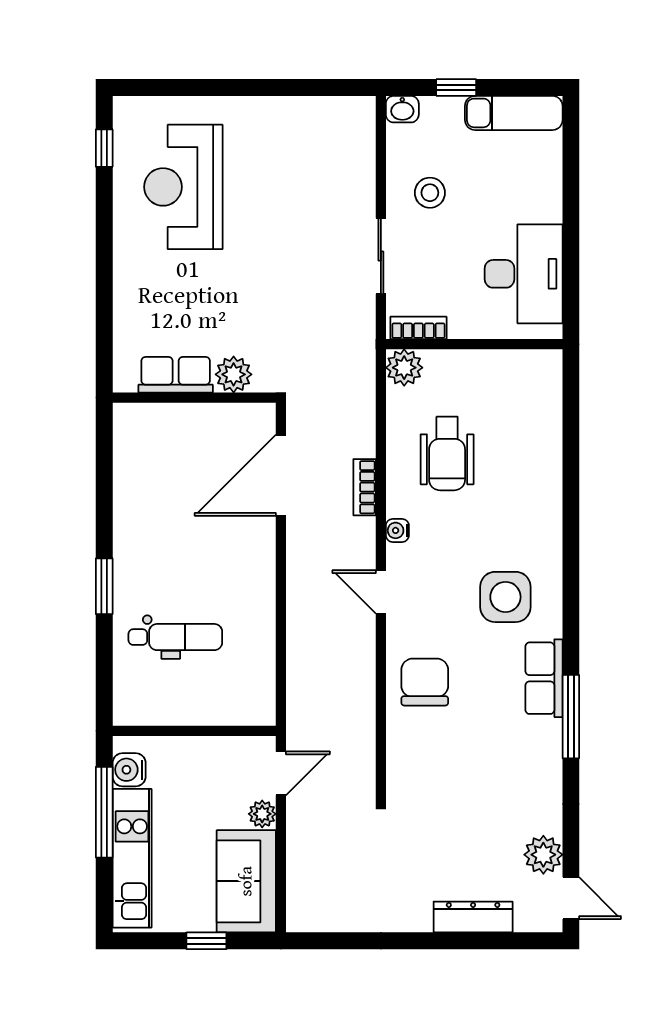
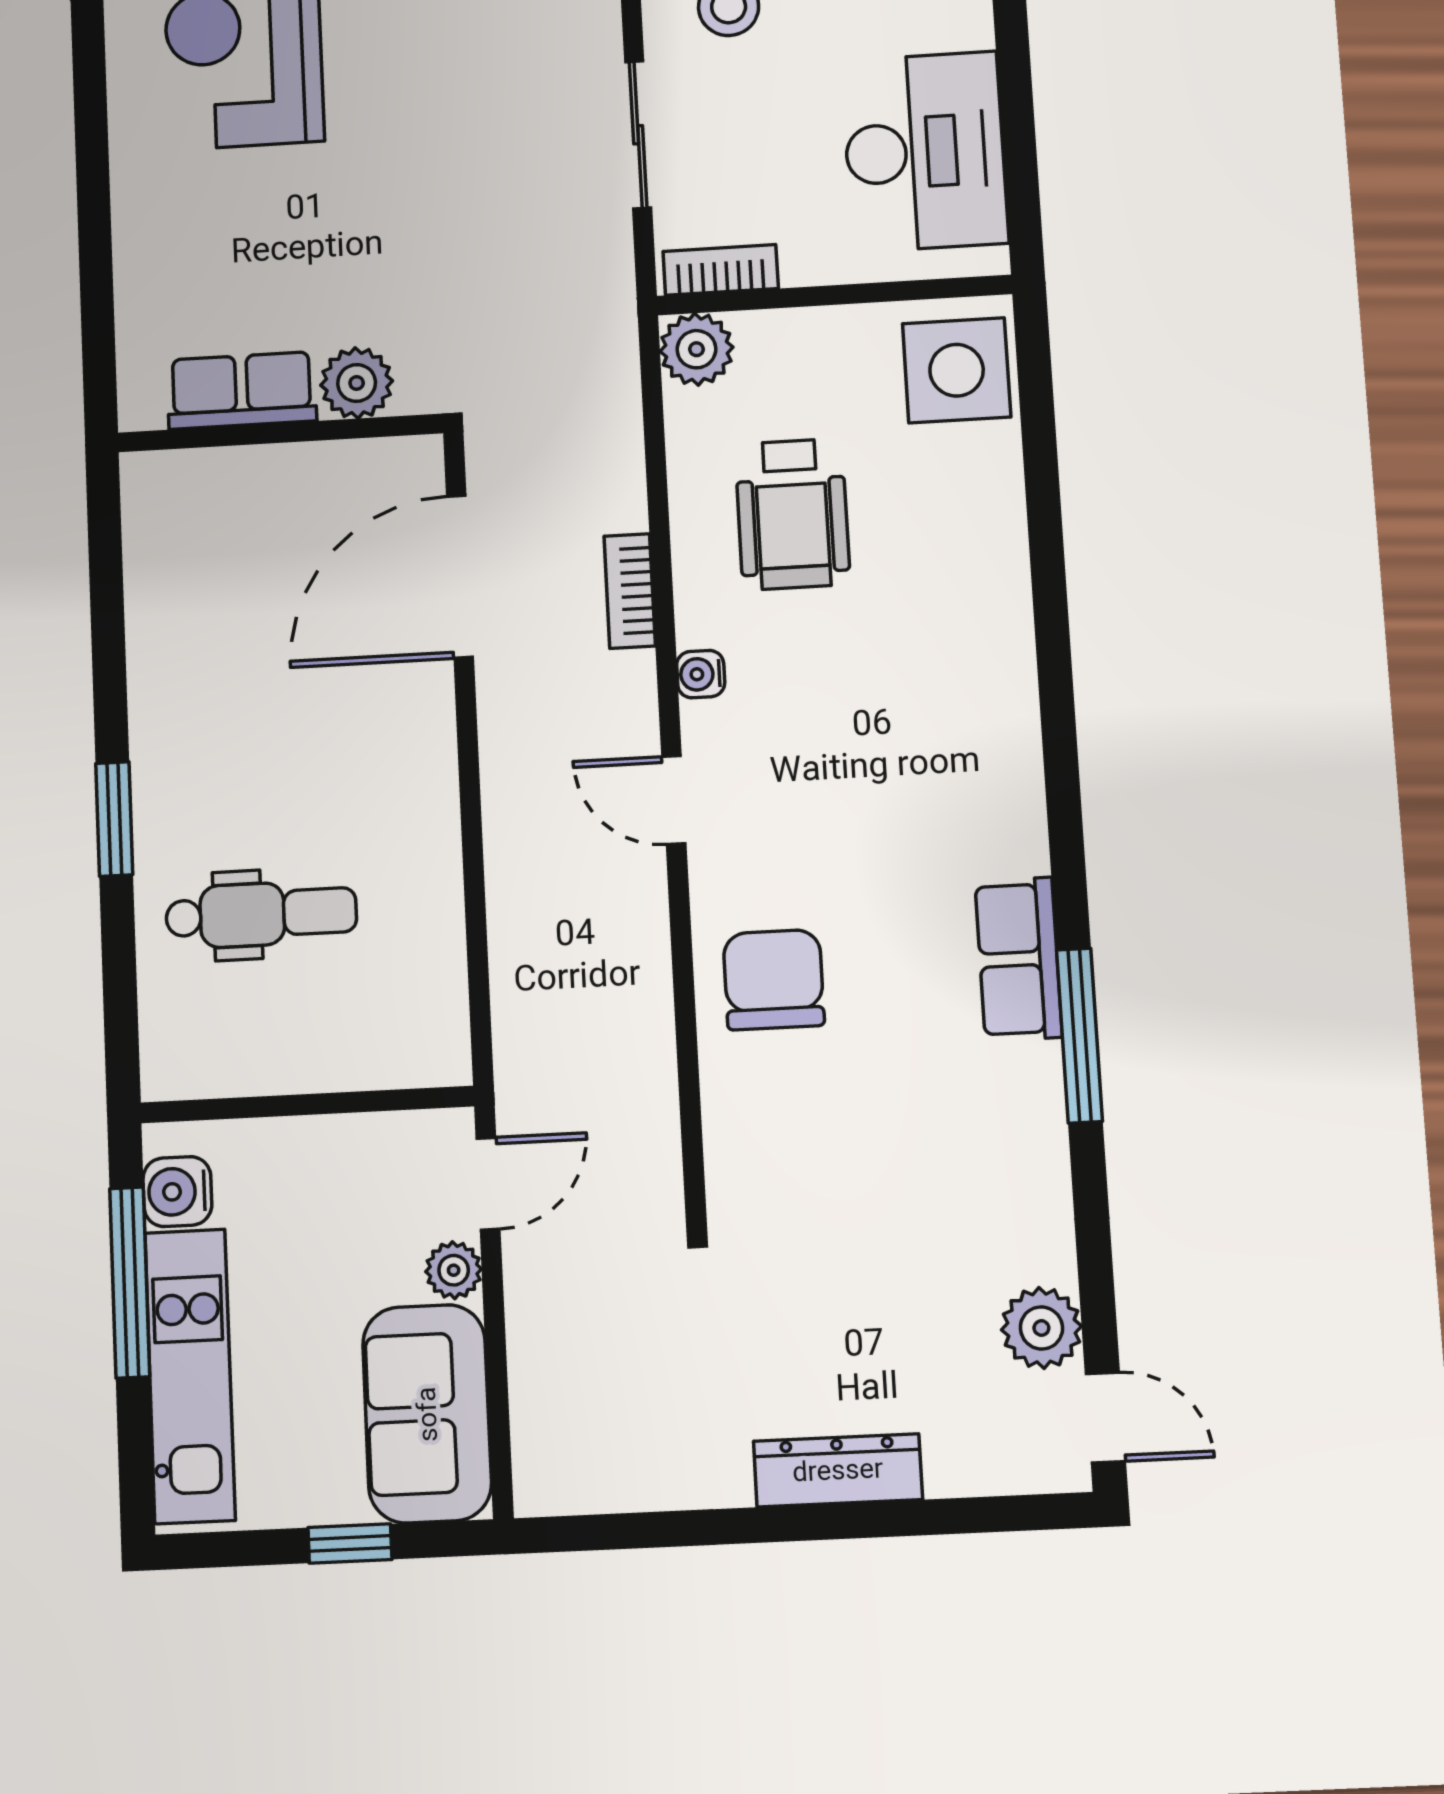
side table: (505, 597) -> (957, 370), moved
dresser: (473, 917) -> (838, 1470), moved

